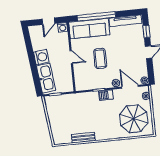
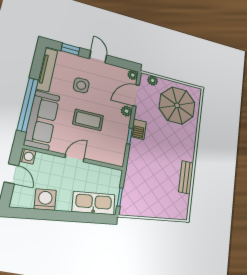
side table: (123, 47) -> (81, 85), added
washing machine: (41, 57) -> (45, 199), moved

